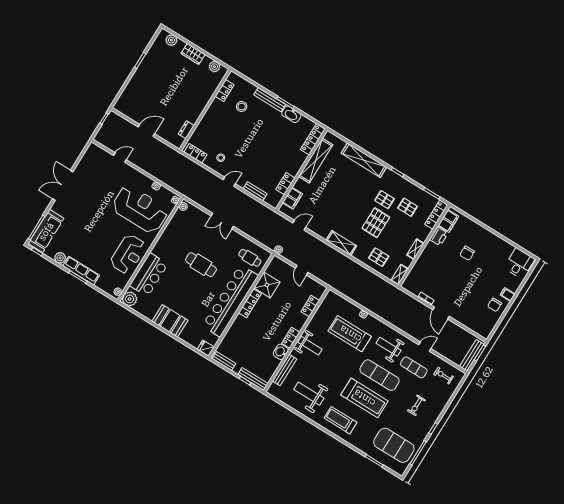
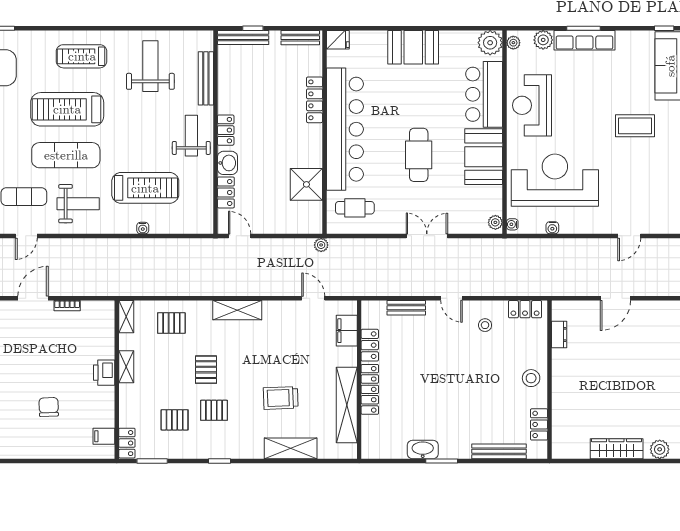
wardrobe: (193, 54) -> (617, 449), width x1.50
plant: (214, 67) -> (575, 450), removed
bench: (270, 100) -> (499, 451), moved
stool: (242, 106) -> (531, 378), moved
locker: (313, 139) -> (370, 389), moved
shelving: (364, 160) -> (291, 448), width x0.68
door: (229, 182) -> (451, 298), hinge flipped
trolley: (347, 185) -> (281, 398), added
reception desk: (140, 209) -> (555, 180), turned 180
coffee table: (82, 211) -> (635, 126), added
locker: (436, 215) -> (127, 443), width x0.66
filing cabinet: (448, 221) -> (104, 436), width x0.50
pallet: (376, 223) -> (206, 370), width x0.67, depth x0.71
door: (299, 225) -> (313, 298), swing flipped
printer: (439, 236) -> (104, 373), moved
booth: (169, 243) -> (484, 157), added
plant: (60, 258) -> (543, 40), moved
cafe table: (201, 265) -> (419, 155), turned 90
door: (302, 270) -> (240, 236), moved
locker: (250, 303) -> (315, 100), moved
door: (441, 313) -> (33, 298), hinge flipped
weight bench: (310, 346) -> (191, 136), turned 90
washbasin: (281, 352) -> (227, 163), moved
weight bench: (309, 394) -> (150, 66), turned -90
treadmill: (341, 420) -> (82, 56), turned 180

